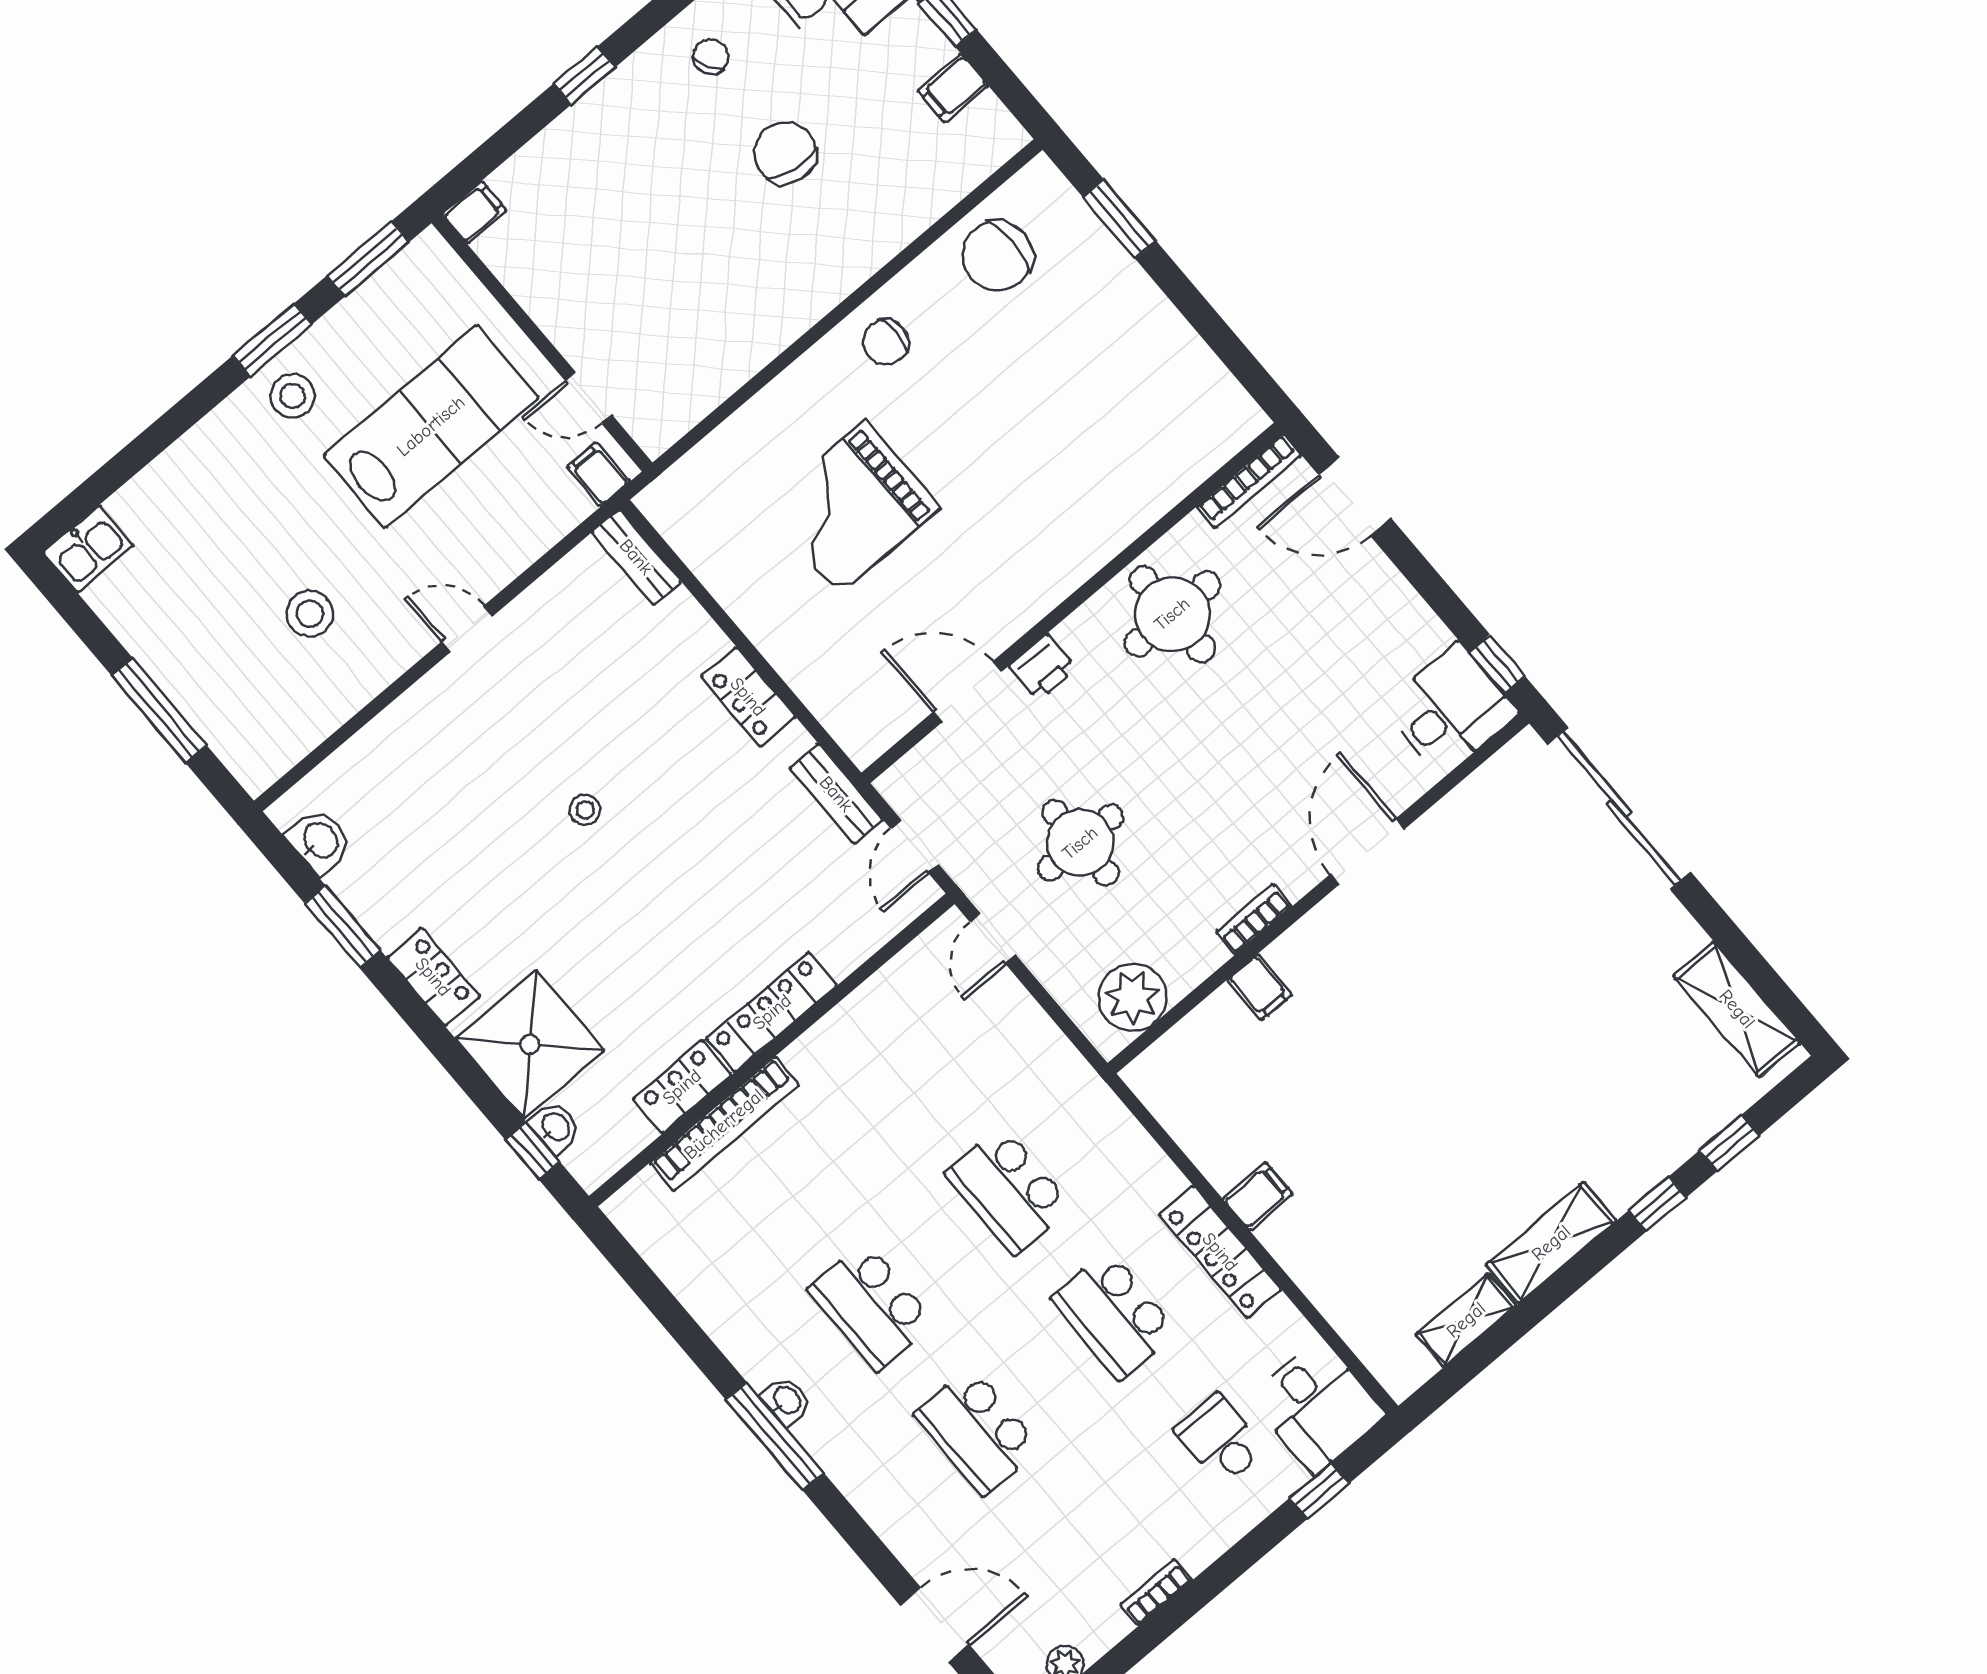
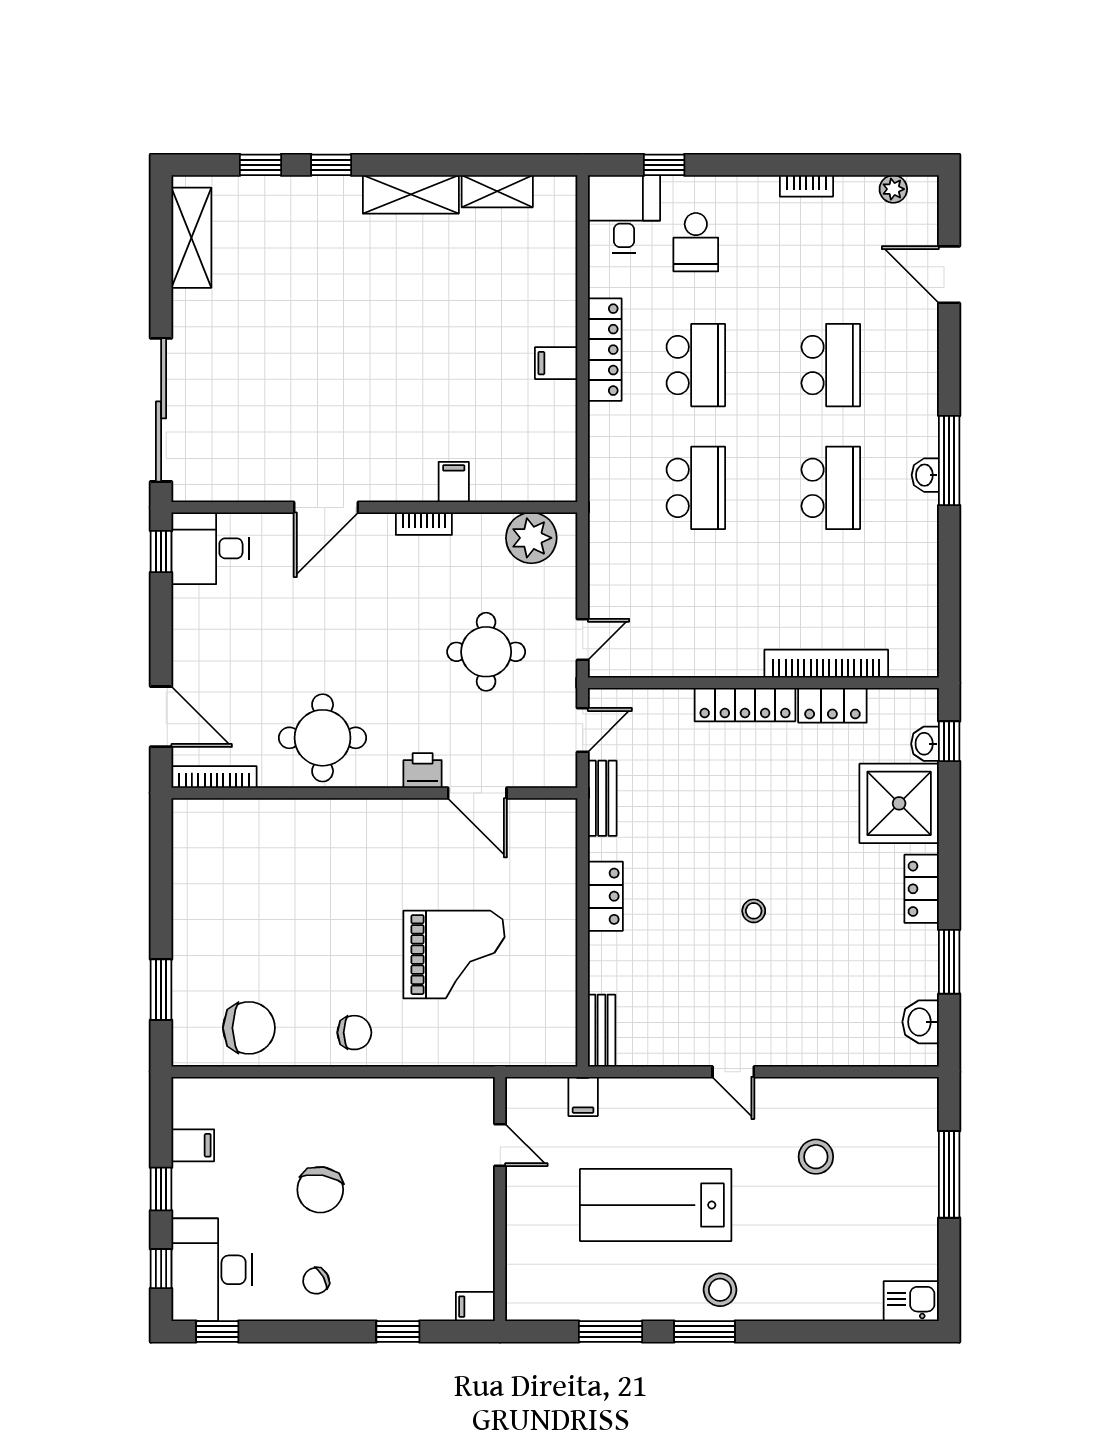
filing cabinet: (474, 212) -> (475, 1307), moved
wall: (542, 343) -> (500, 1199), moved
door: (589, 398) -> (500, 1145), moved

